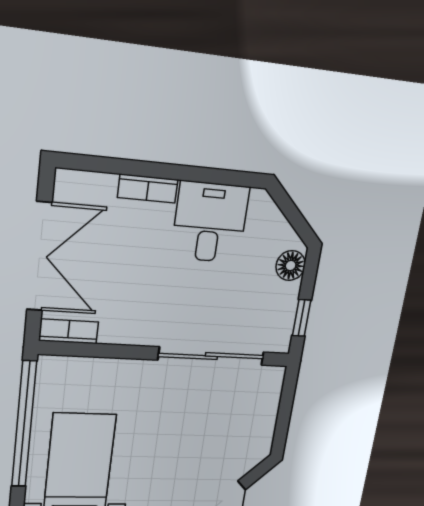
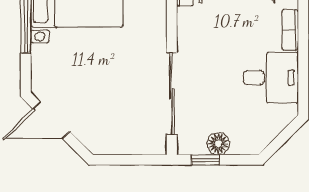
floor lamp: (291, 266) -> (218, 144), moved

